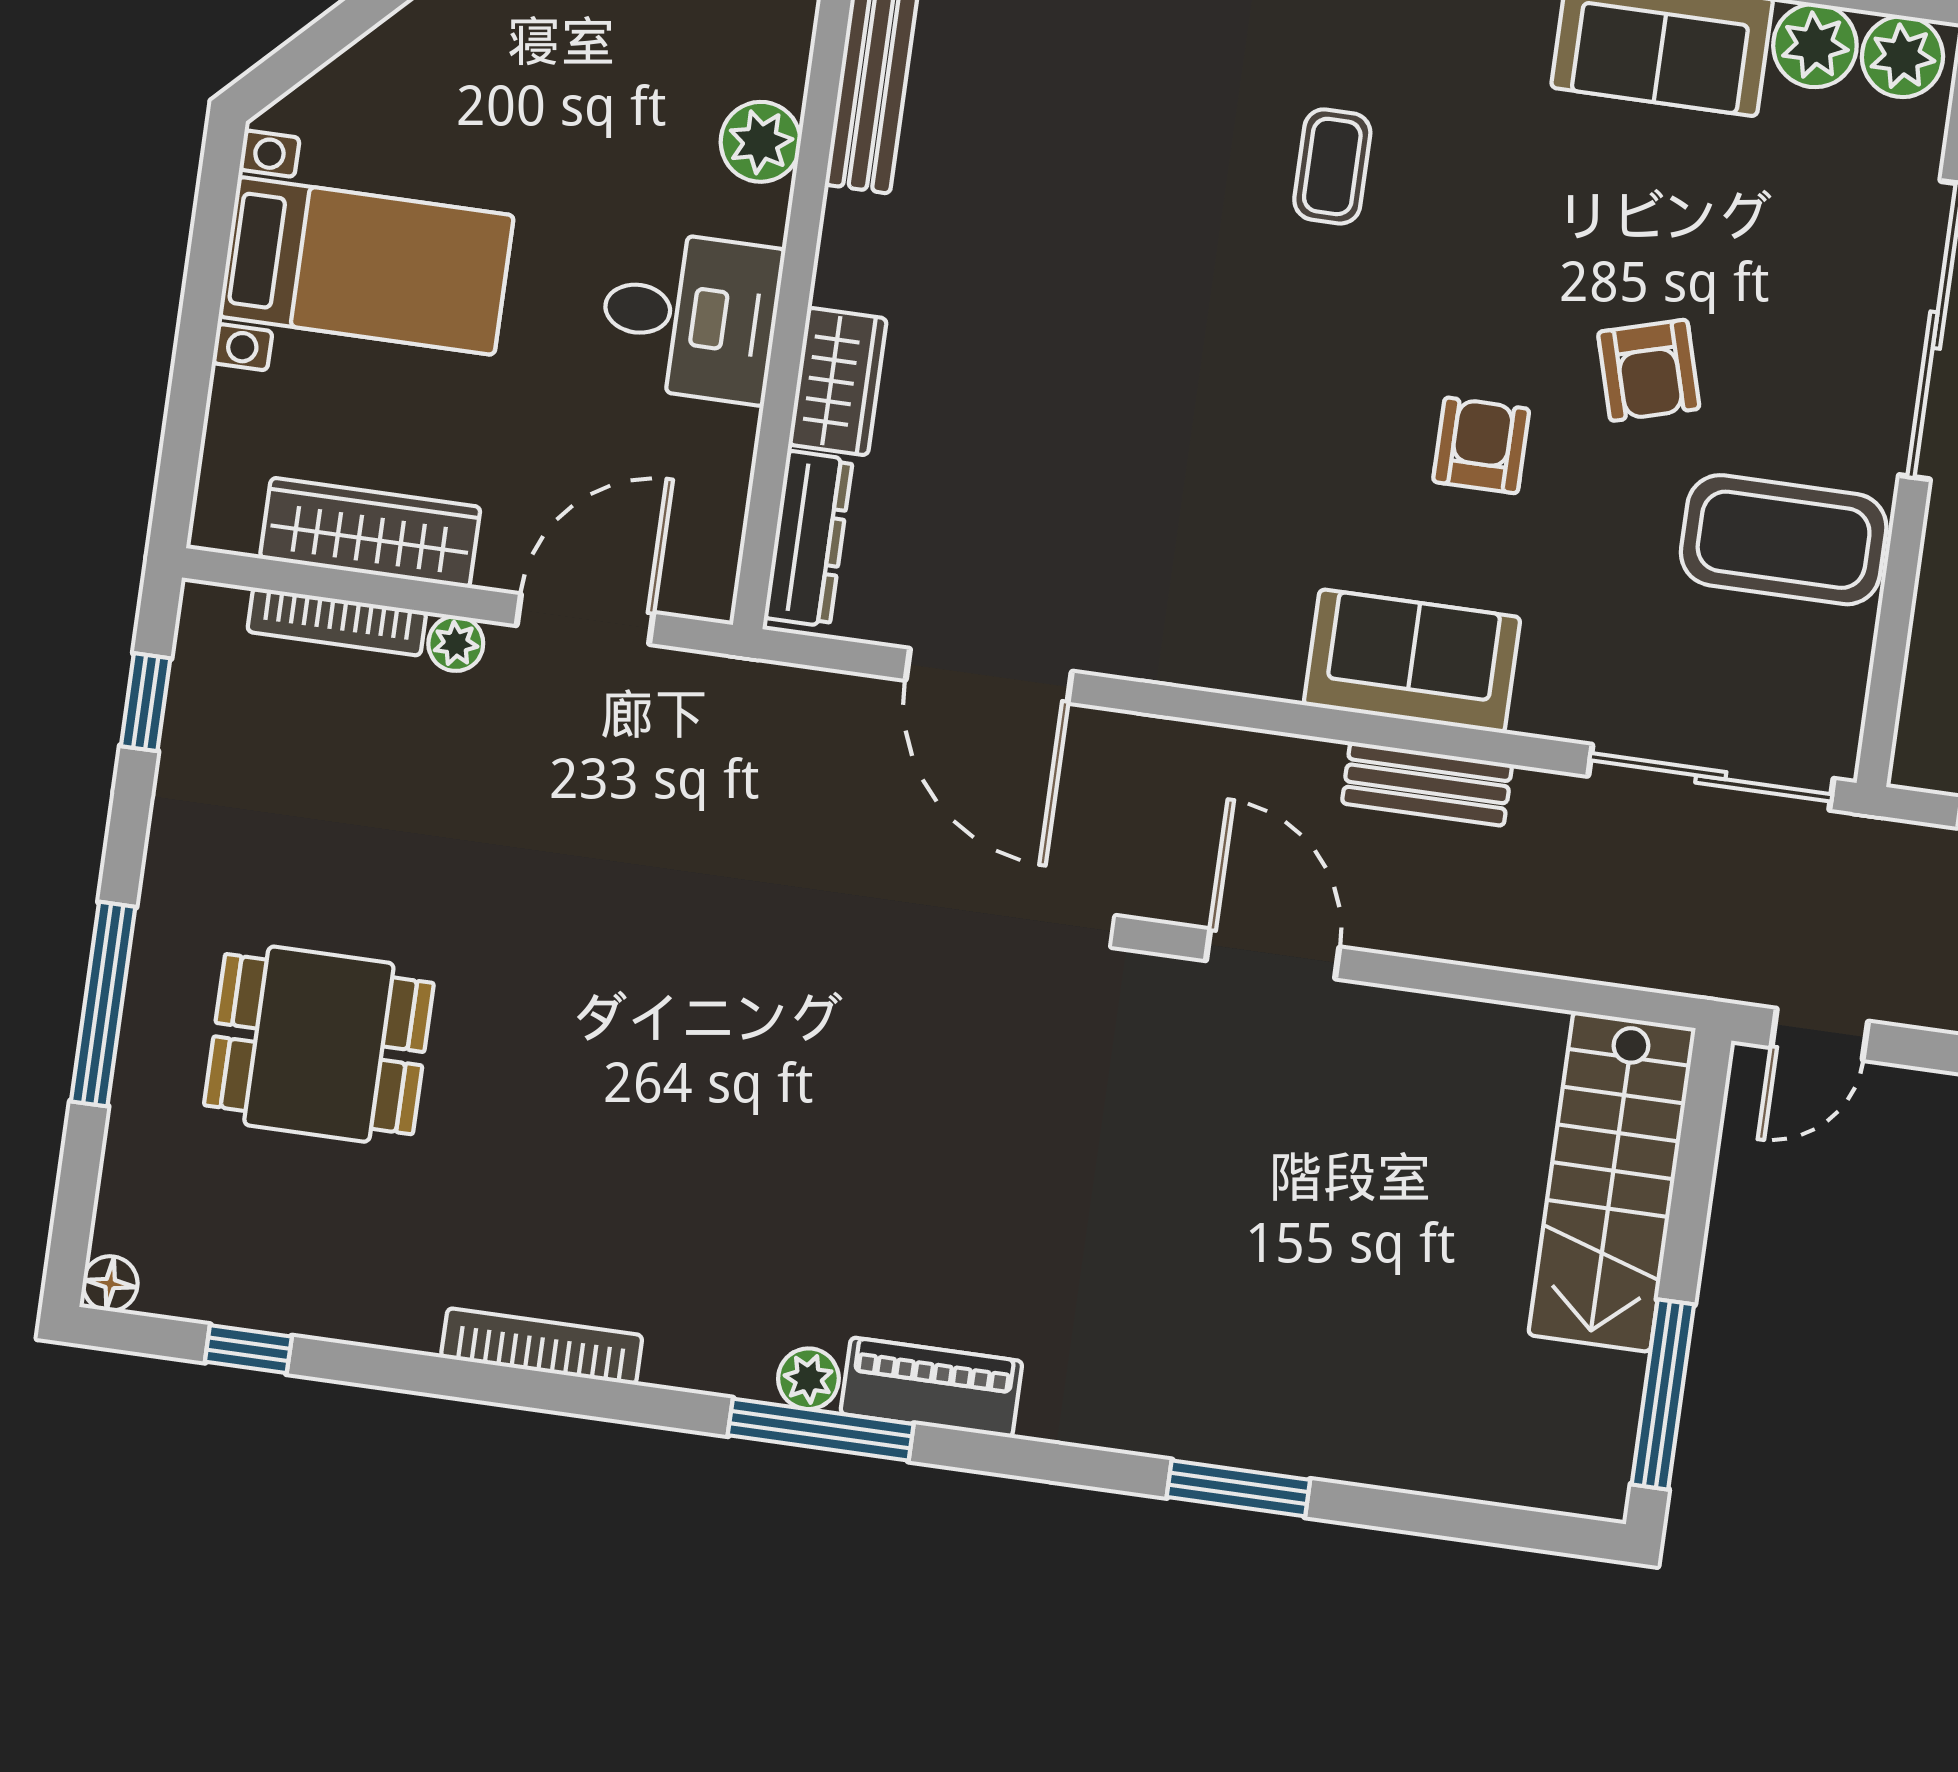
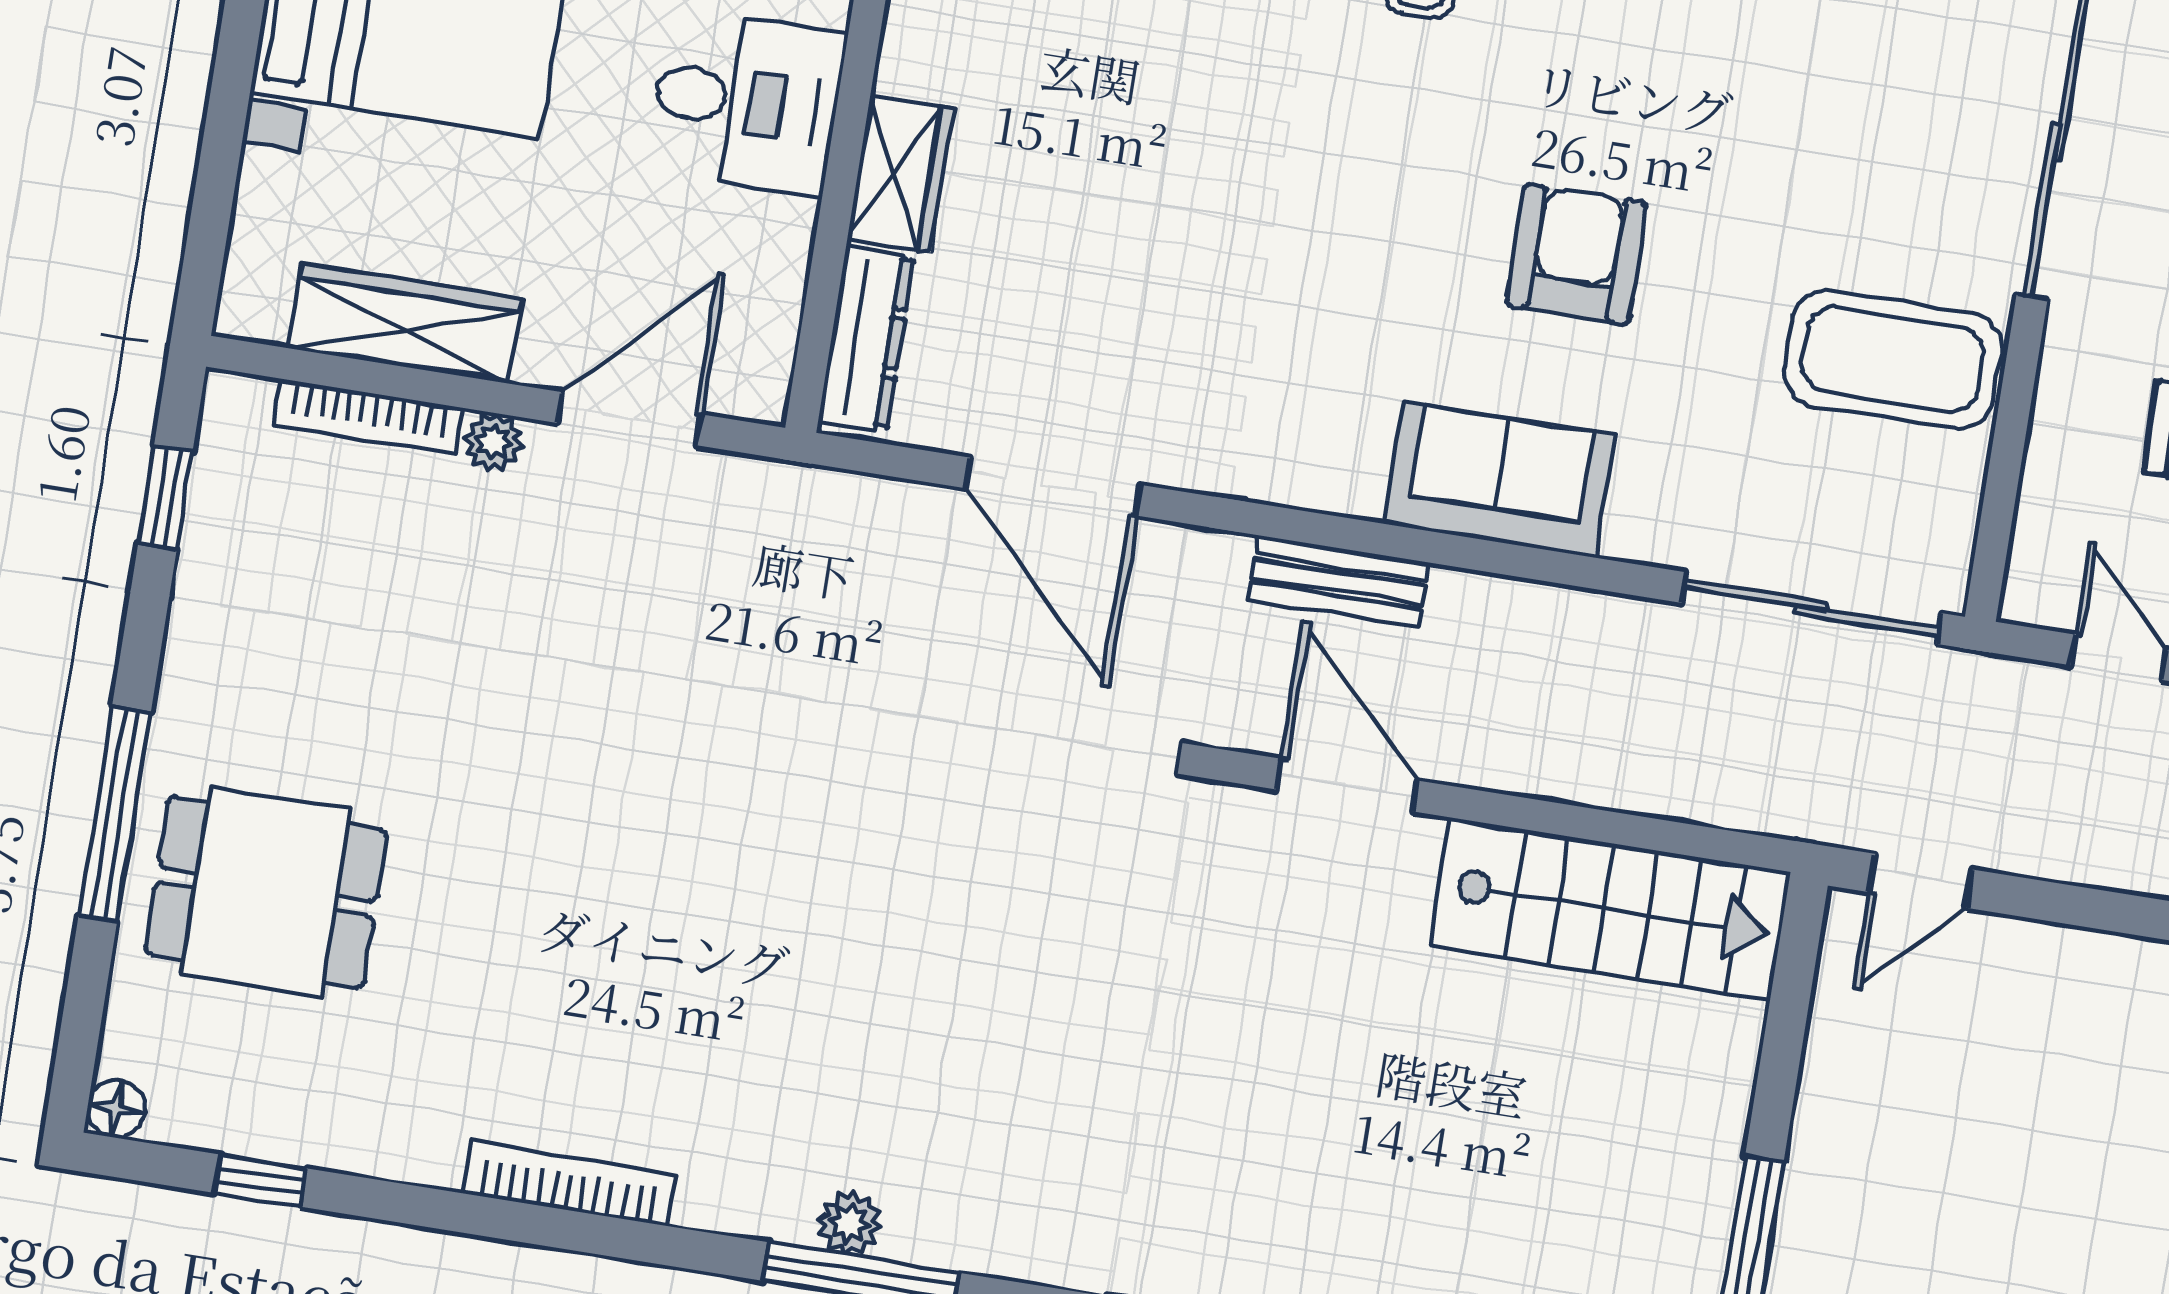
armchair: (1649, 370) -> (1754, 178), removed
armchair: (1481, 445) -> (1577, 254), width x1.38, depth x1.38
bench: (1427, 784) -> (1339, 581), moved
dining table: (319, 1044) -> (266, 892), moved
stairs: (1612, 1182) -> (1610, 909), moved, turned -90
piano: (931, 1387) -> (979, 1235), removed

